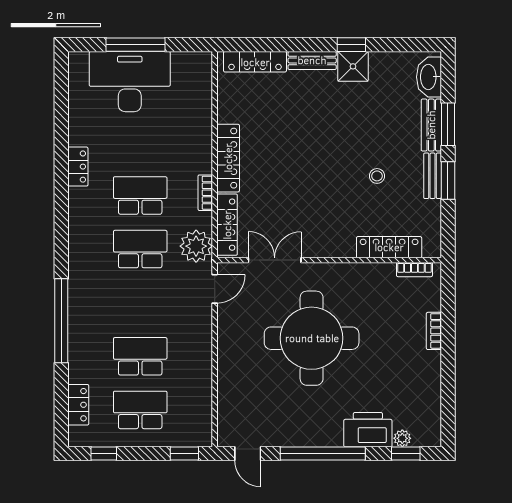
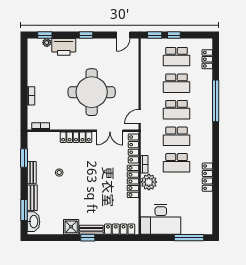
window: (135, 45) -> (189, 238), moved
window: (351, 45) -> (88, 238), moved
desk: (130, 82) -> (161, 219), moved
window: (448, 124) -> (24, 210), moved
locker: (78, 167) -> (207, 177), width x1.53
window: (448, 180) -> (24, 158), moved
plant: (196, 246) -> (149, 182), moved
locker: (389, 247) -> (76, 137), moved
school desk: (140, 303) -> (177, 110), added
window: (104, 454) -> (174, 35), moved
door: (248, 454) -> (123, 35), swing flipped
window: (323, 454) -> (86, 35), width x0.32

